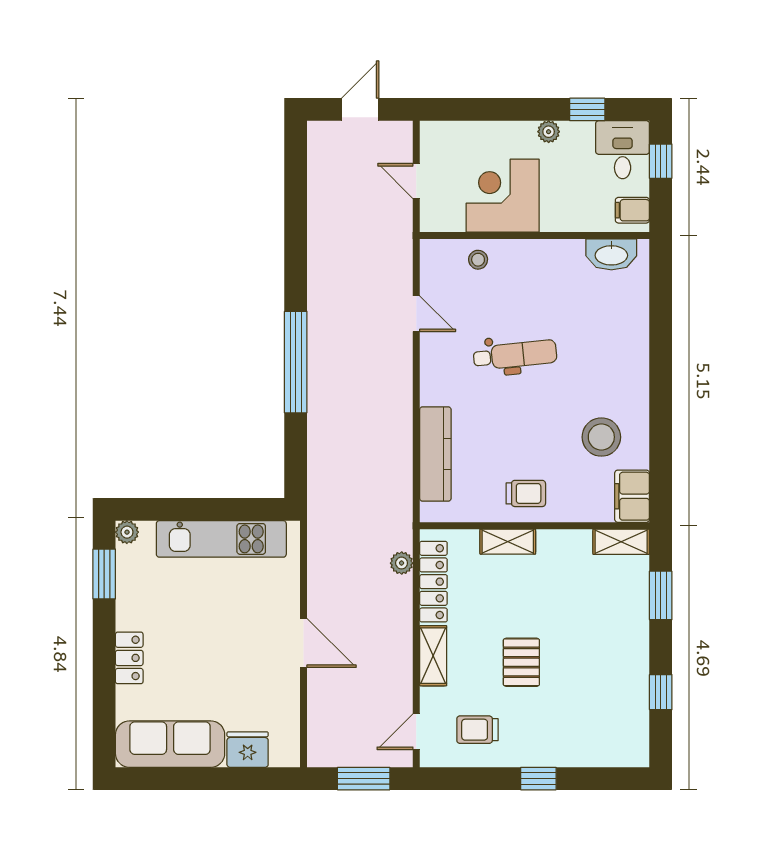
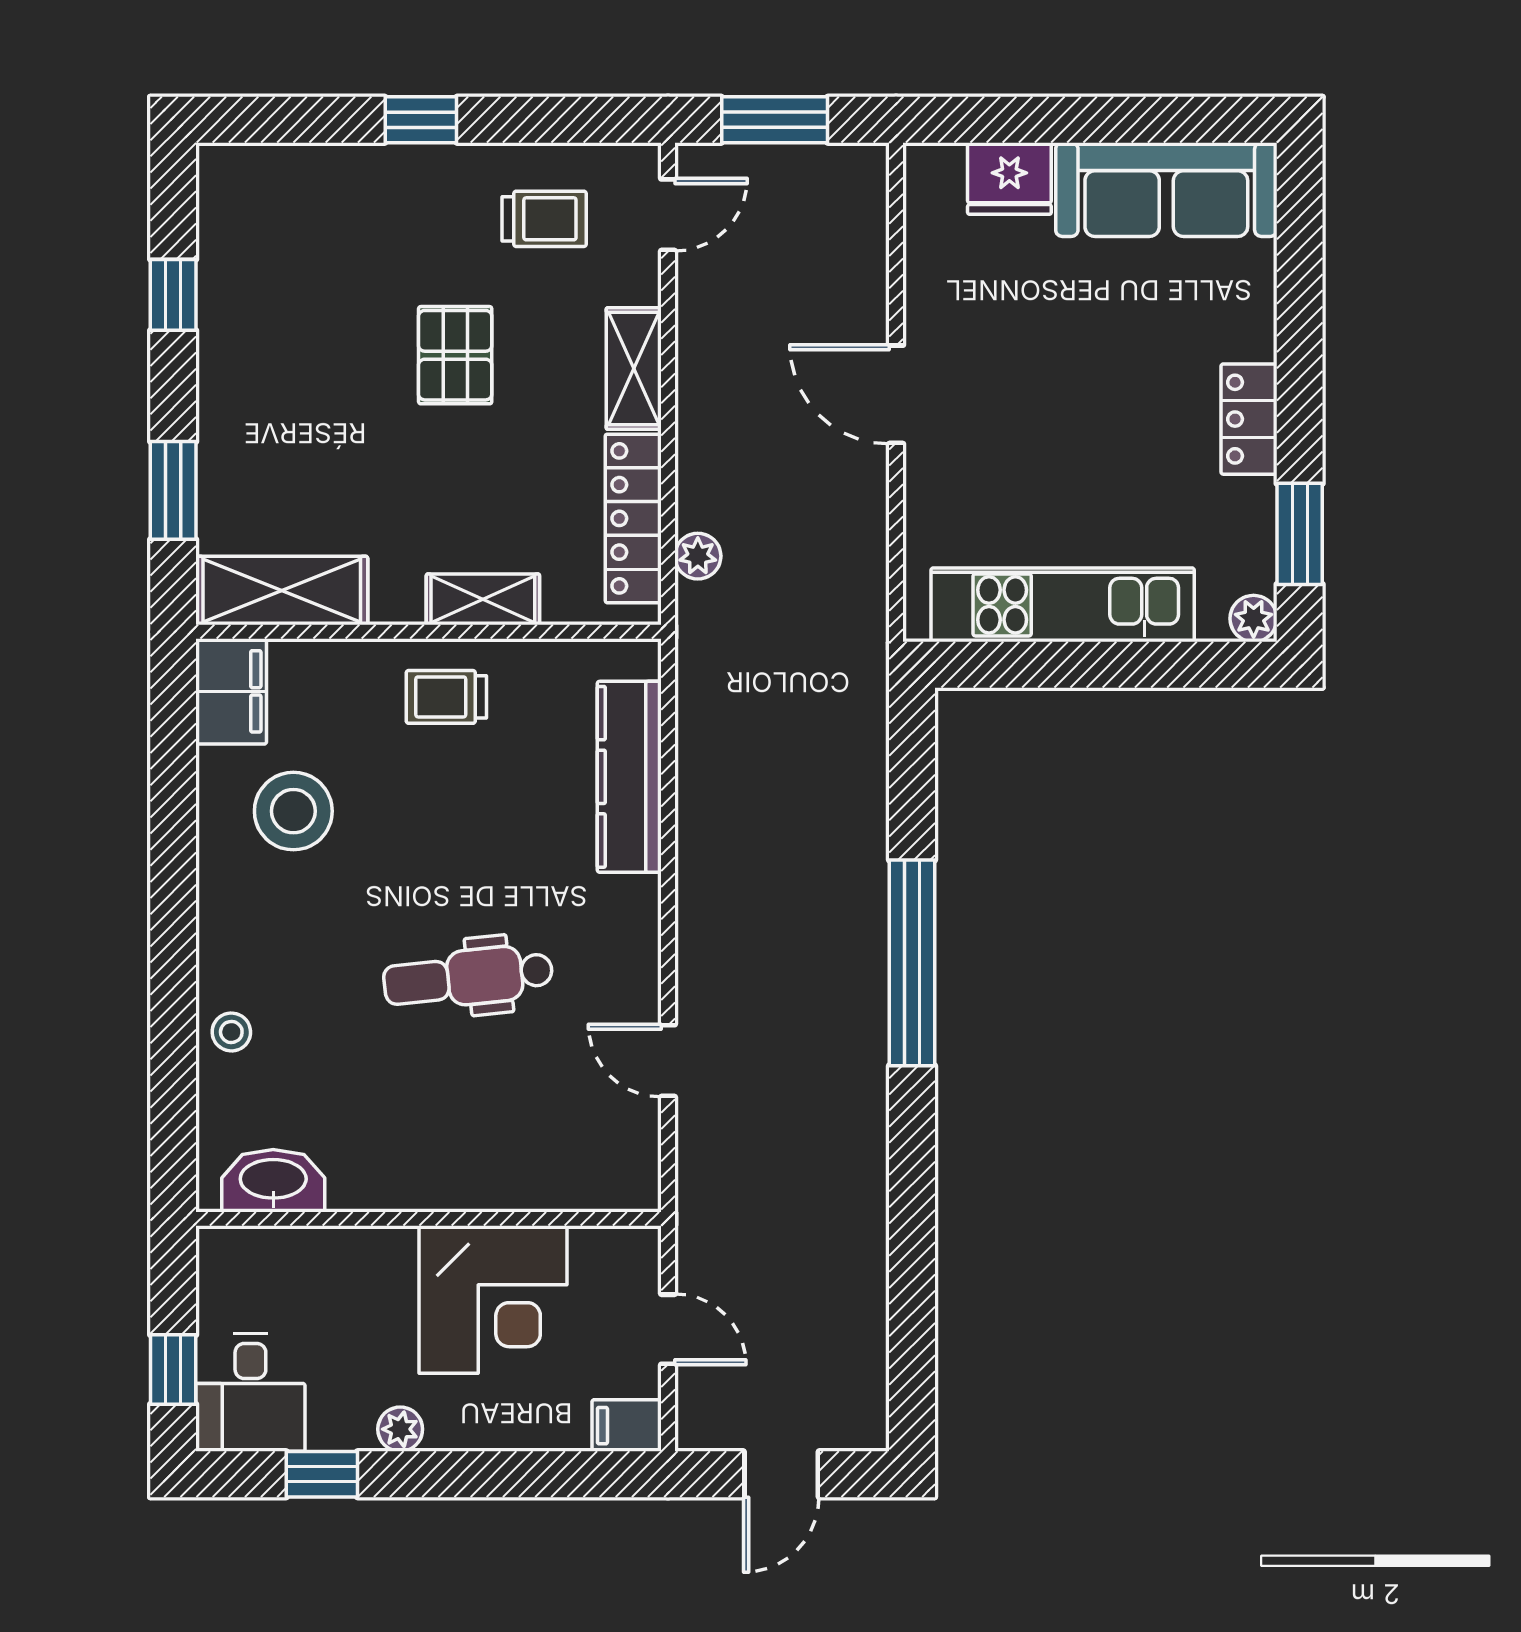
filing cabinet: (632, 210) -> (627, 1426), moved, turned 180
stool: (478, 260) -> (231, 1032), moved
shelving: (621, 542) -> (282, 591), width x1.50, depth x1.33
locker: (129, 658) -> (1249, 419), moved

